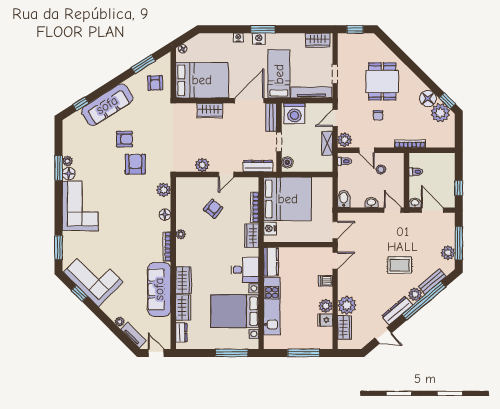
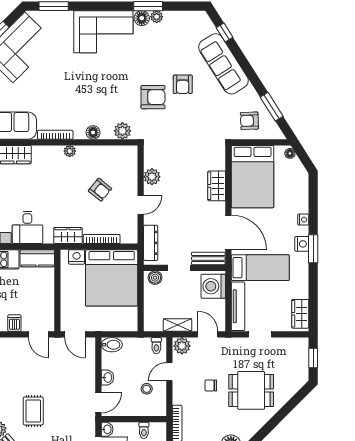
door: (226, 174) -> (141, 205), swing flipped

